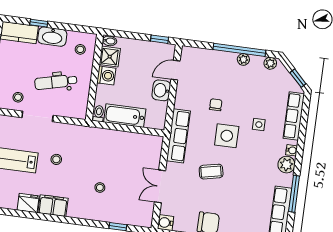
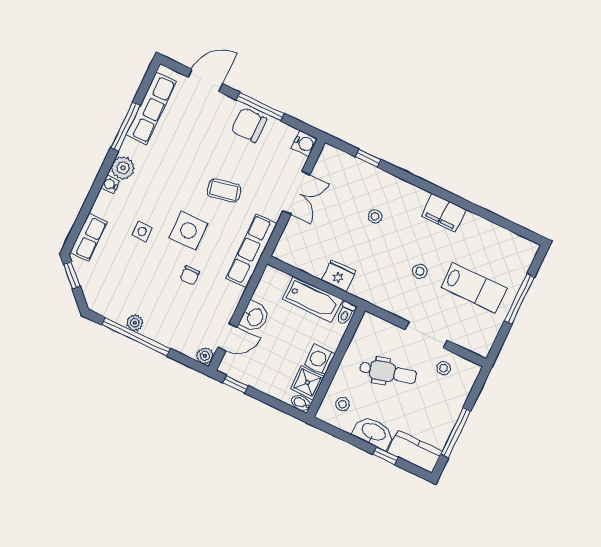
plant: (270, 63) -> (205, 356), moved
row of seats: (294, 116) -> (89, 237), width x0.68
fridge: (28, 203) -> (339, 276), moved, turned 180

